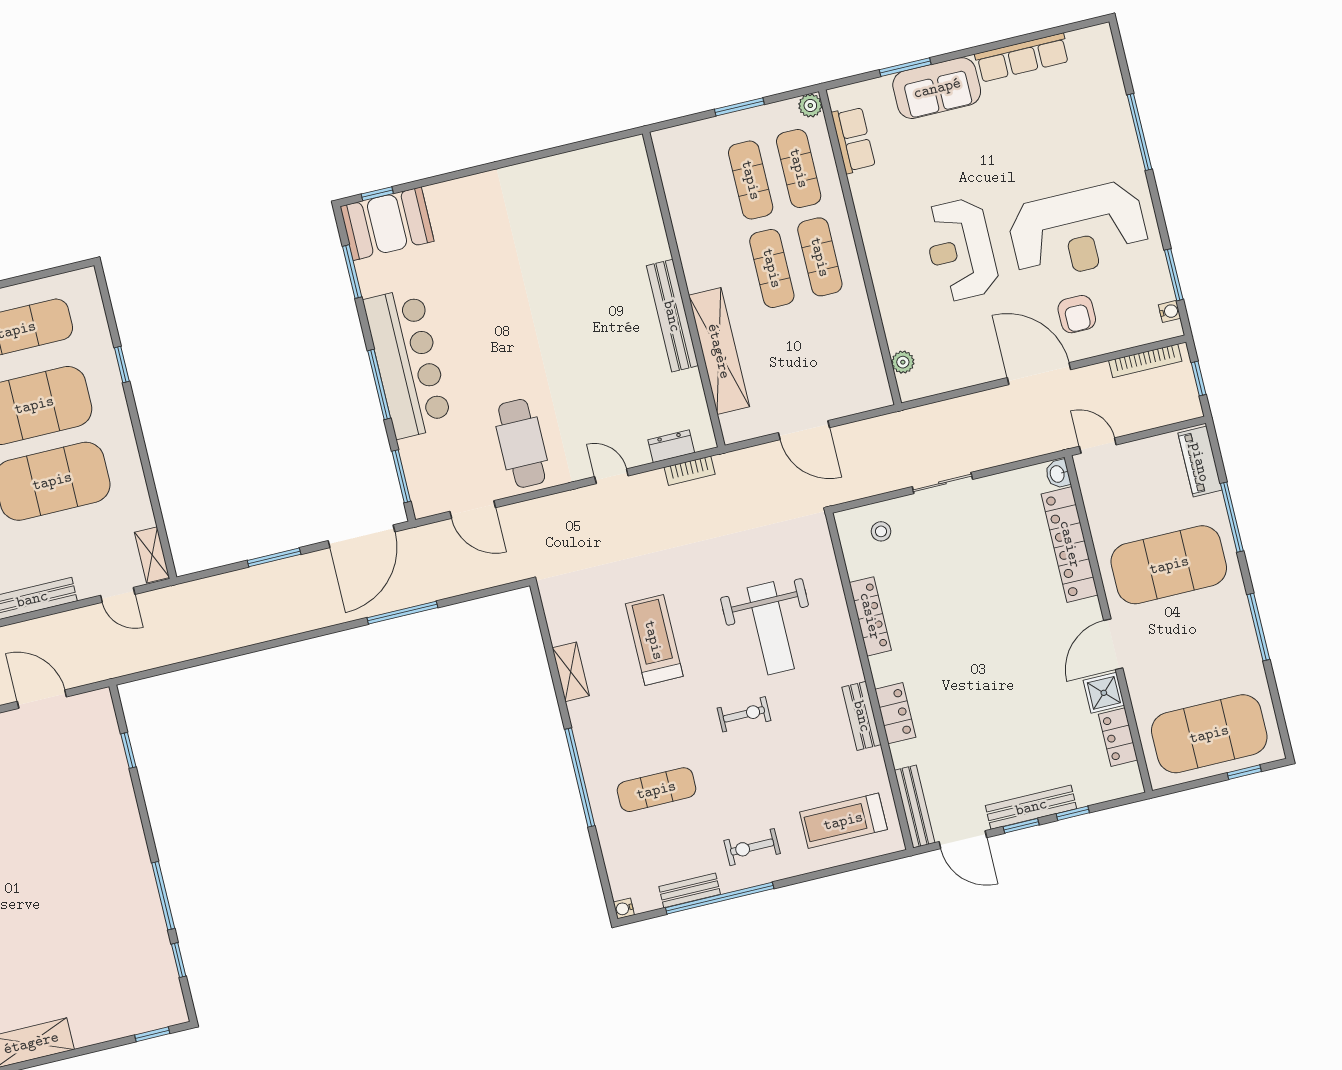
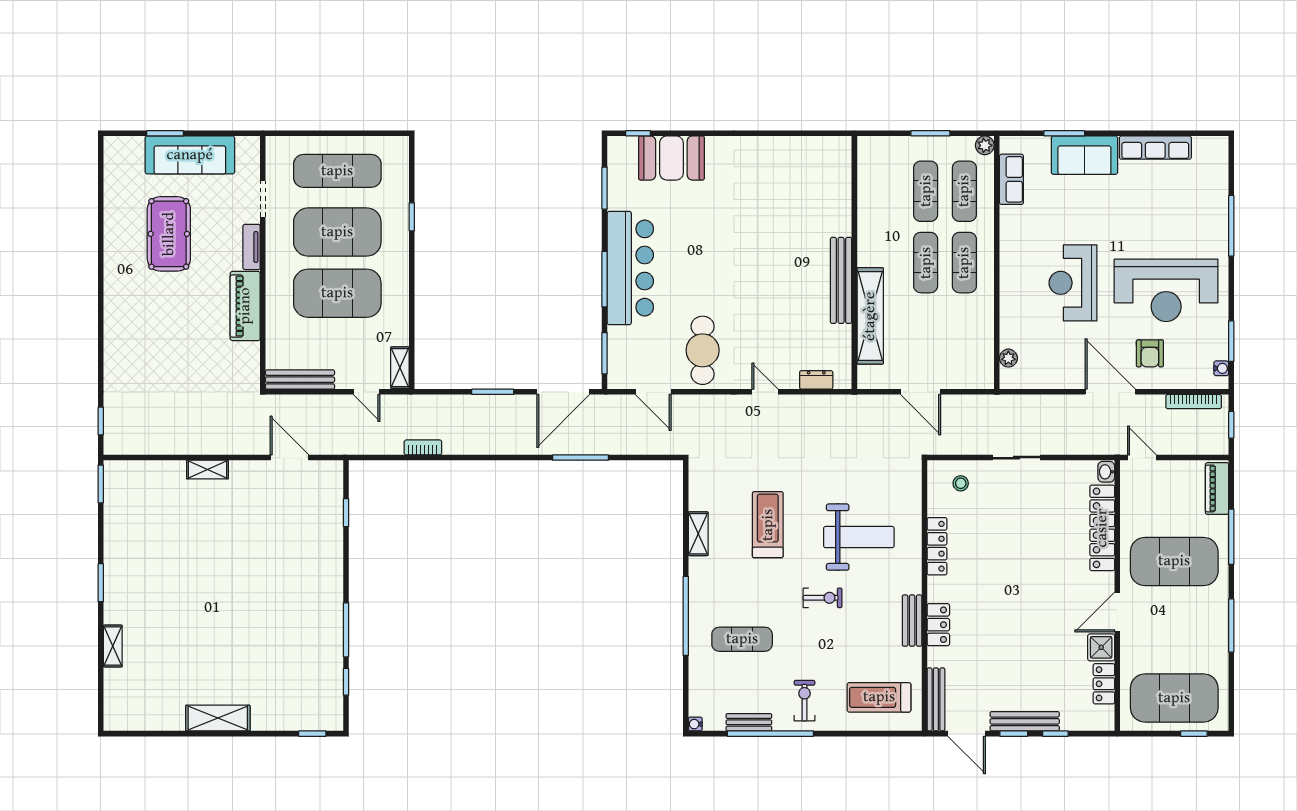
booth: (387, 224) -> (671, 158), moved
bookcase: (690, 471) -> (423, 447), moved, turned 180
weight bench: (771, 628) -> (859, 537), turned -90
exercise bike: (752, 847) -> (805, 701), turned 90

